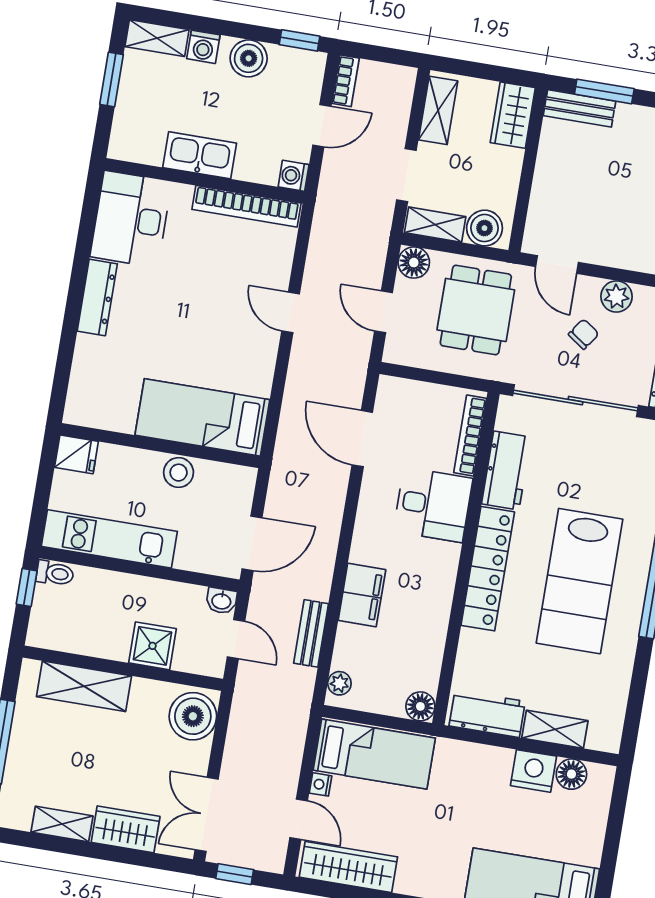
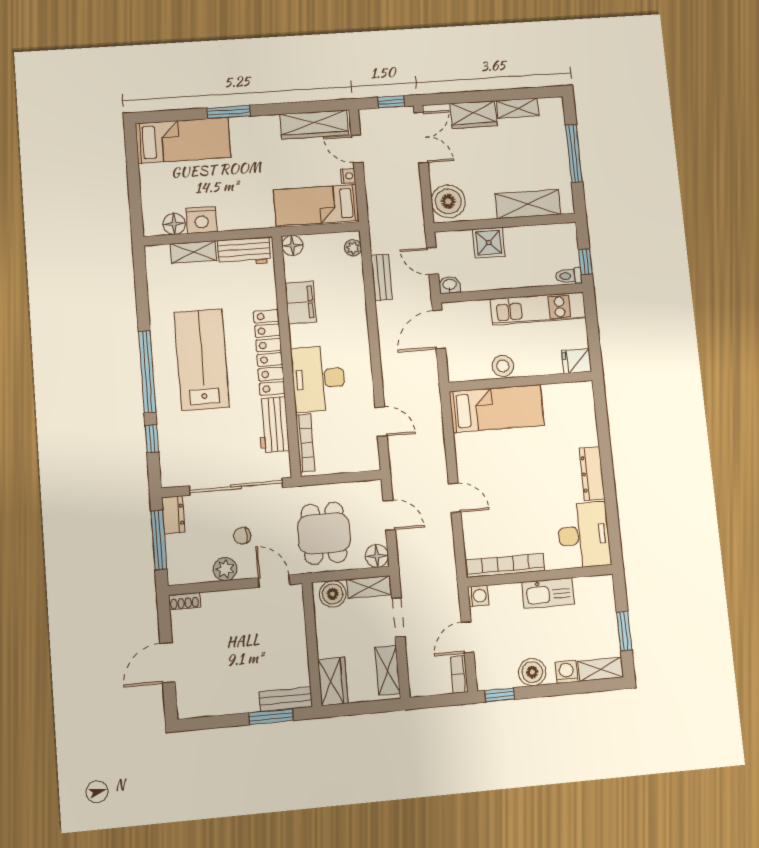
chair: (584, 334) -> (242, 536), turned 55
door: (362, 439) -> (381, 422), width x0.73
desk: (433, 505) -> (318, 379), width x1.37
filing cabinet: (362, 595) -> (301, 302), moved, turned 180

